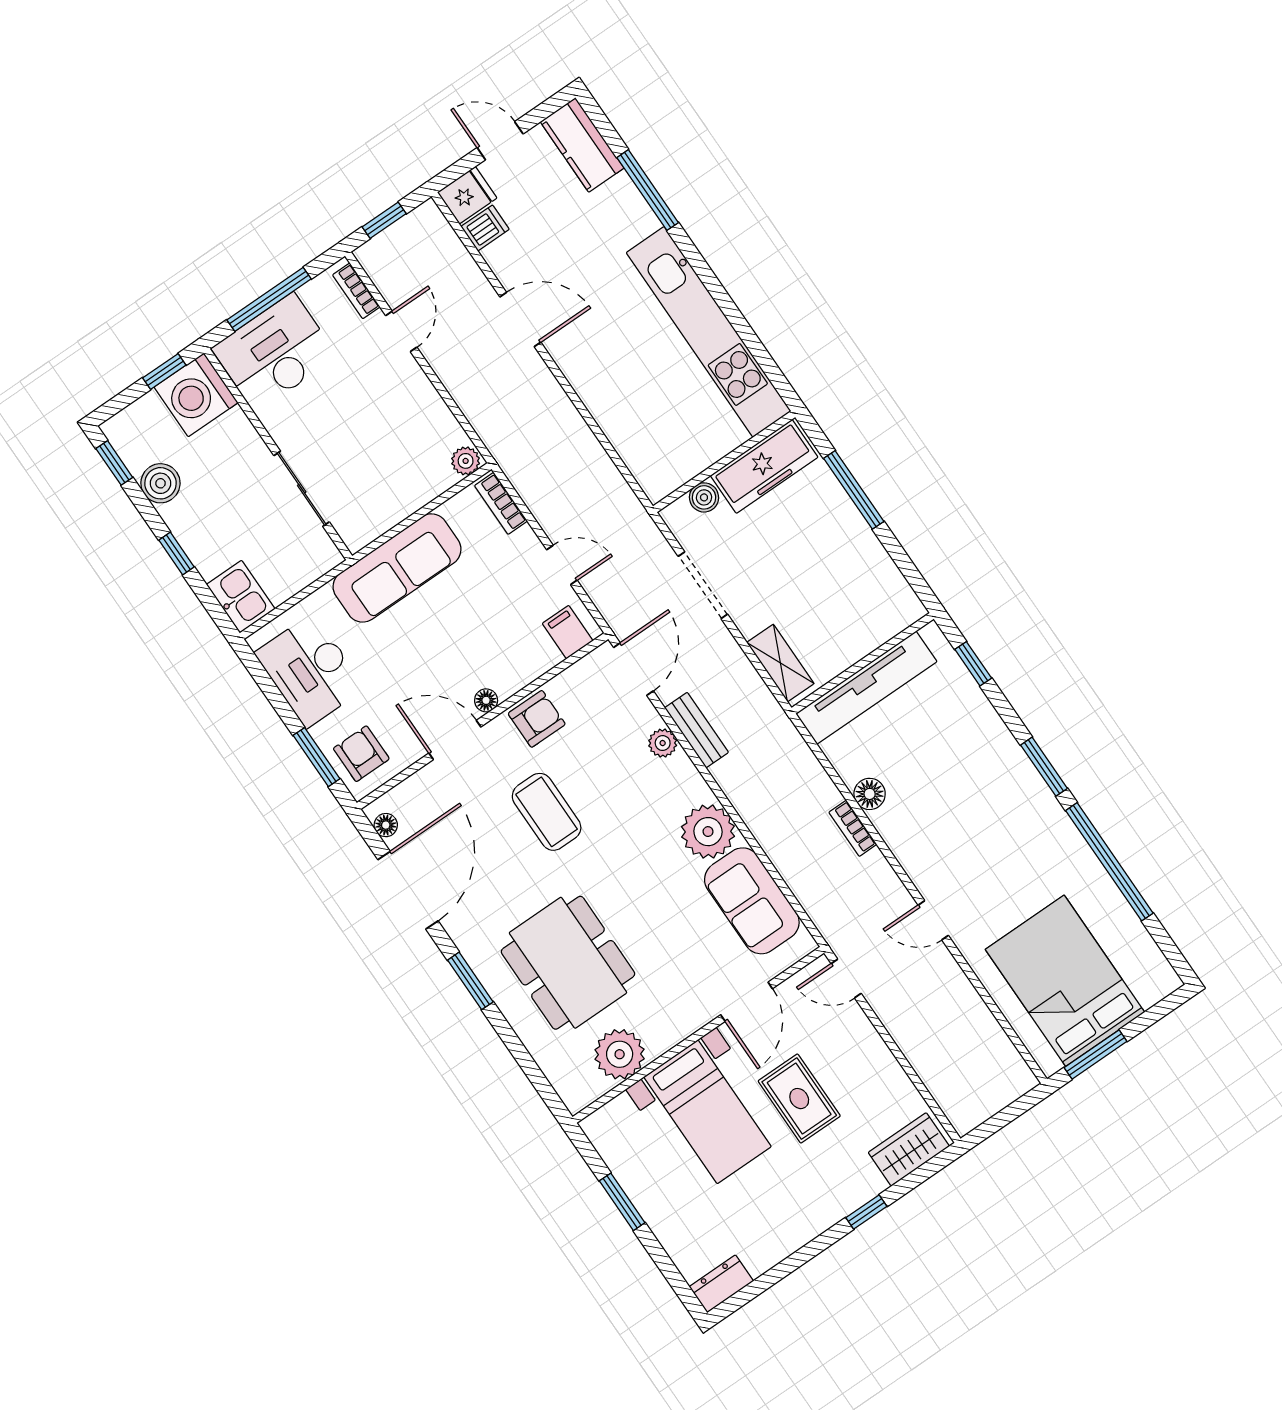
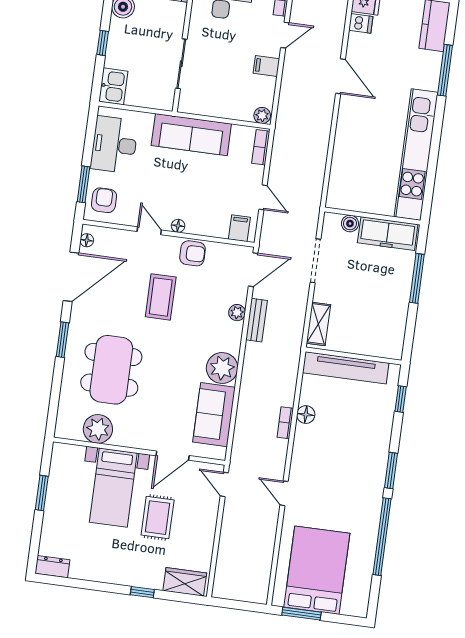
filing cabinet: (414, 393) -> (266, 66), added
door: (455, 740) -> (149, 231), width x0.73

